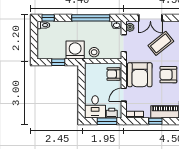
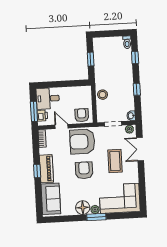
window: (48, 18) -> (135, 58), moved
window: (91, 18) -> (137, 89), width x0.32
coffee table: (161, 43) -> (115, 161), turned 39
washing machine: (75, 50) -> (104, 75), removed
window: (155, 121) -> (37, 171), moved

